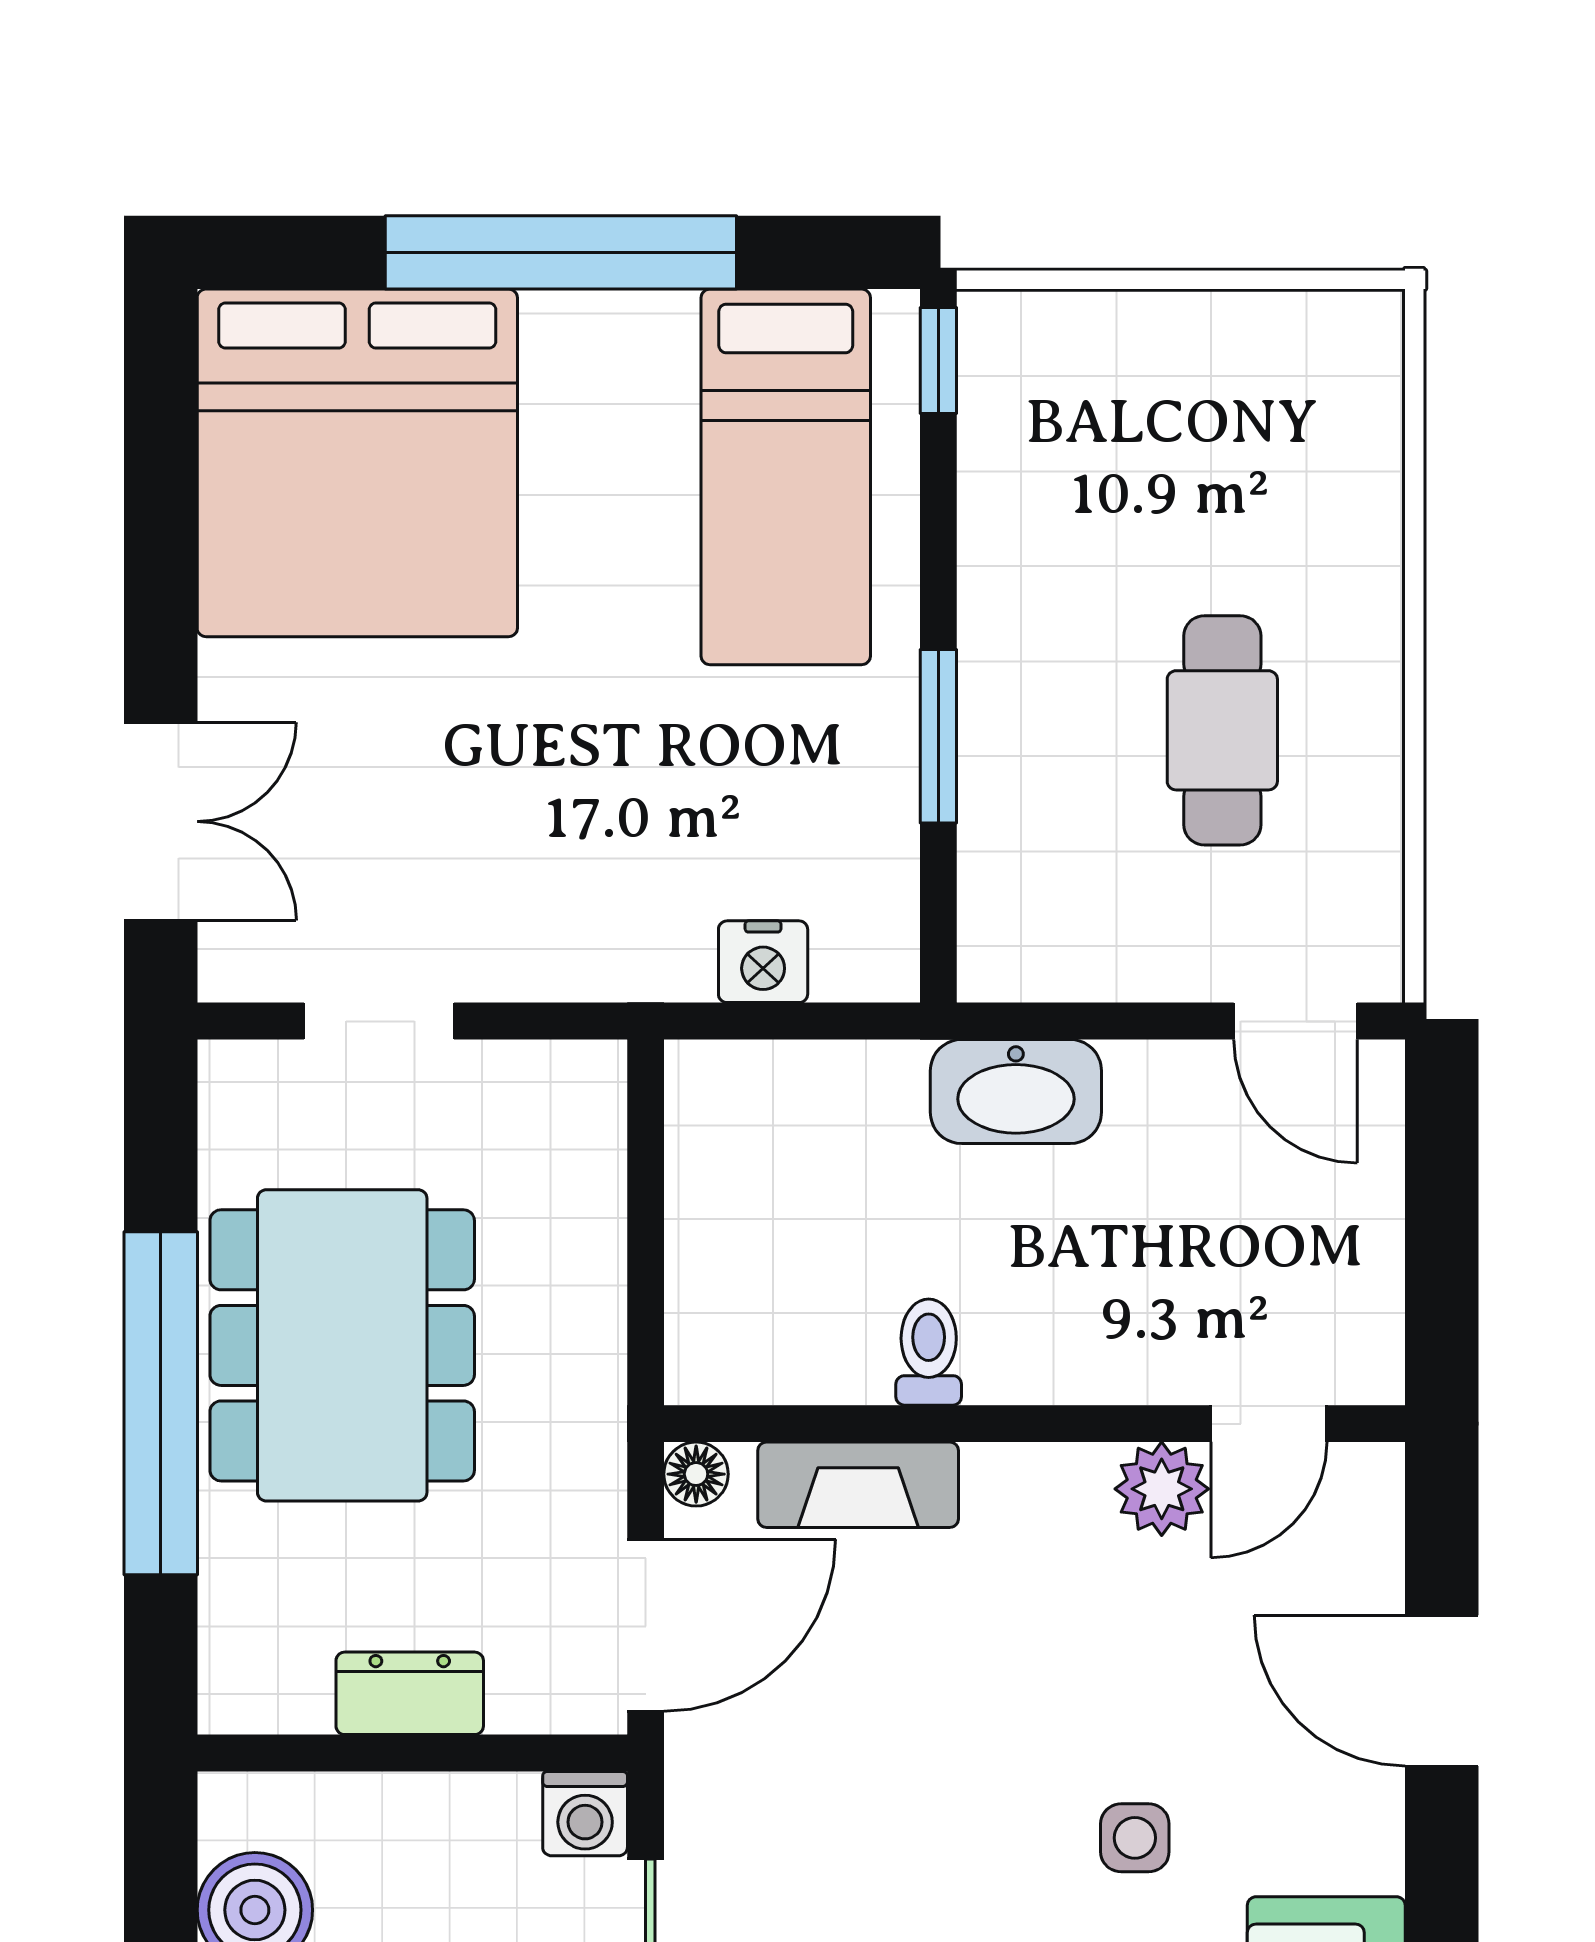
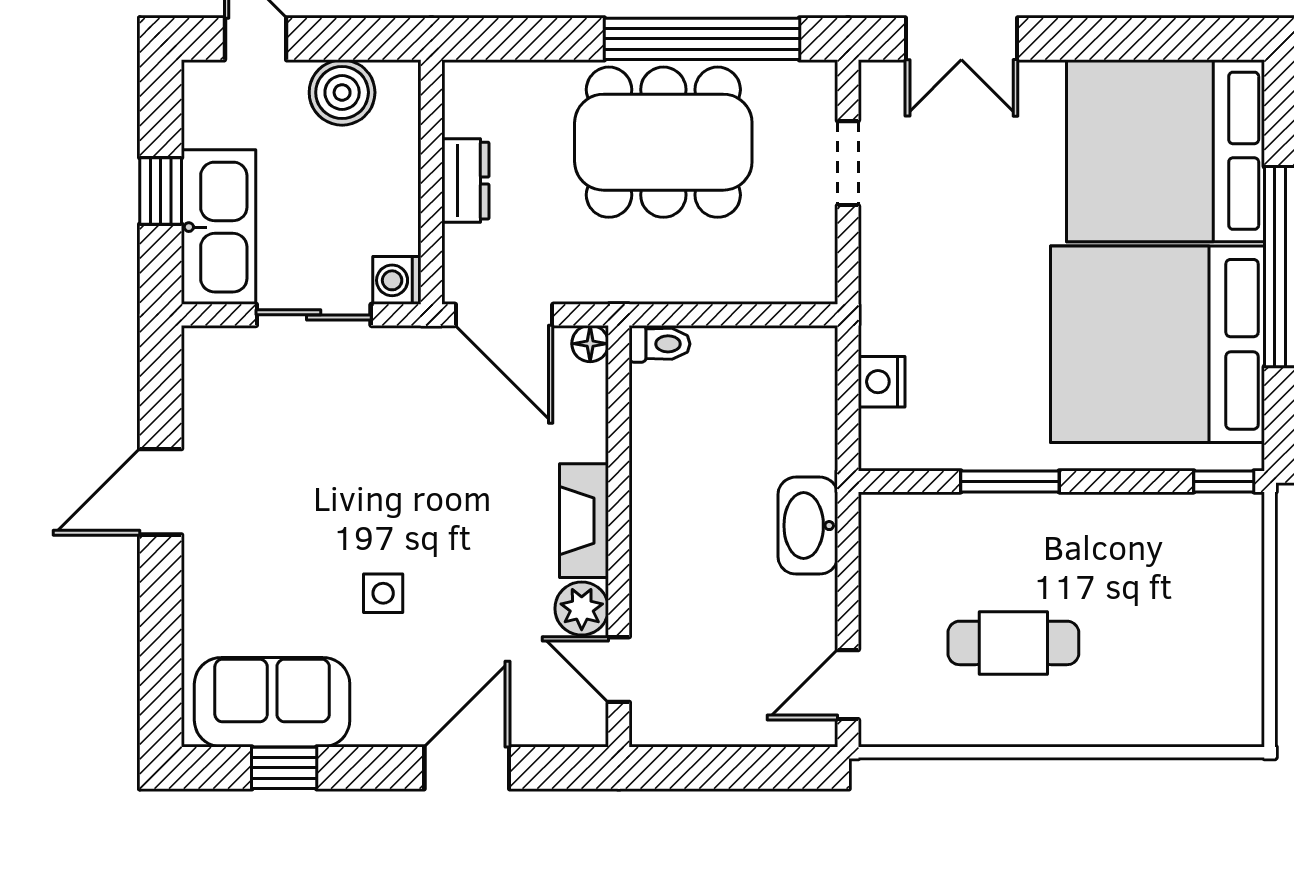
bed: (786, 477) -> (1158, 344), width x2.04
toilet: (929, 1352) -> (660, 344), moved
window: (161, 1403) -> (702, 39), moved
fireplace: (858, 1485) -> (584, 521), moved

